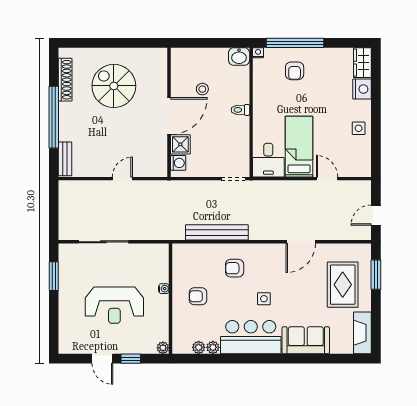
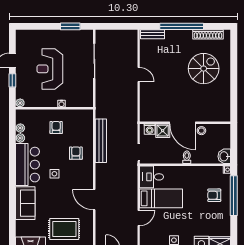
wall: (169, 112) -> (185, 123), moved
door: (169, 116) -> (182, 123), moved
shower: (180, 144) -> (163, 131), moved
washing machine: (178, 163) -> (150, 129), moved

